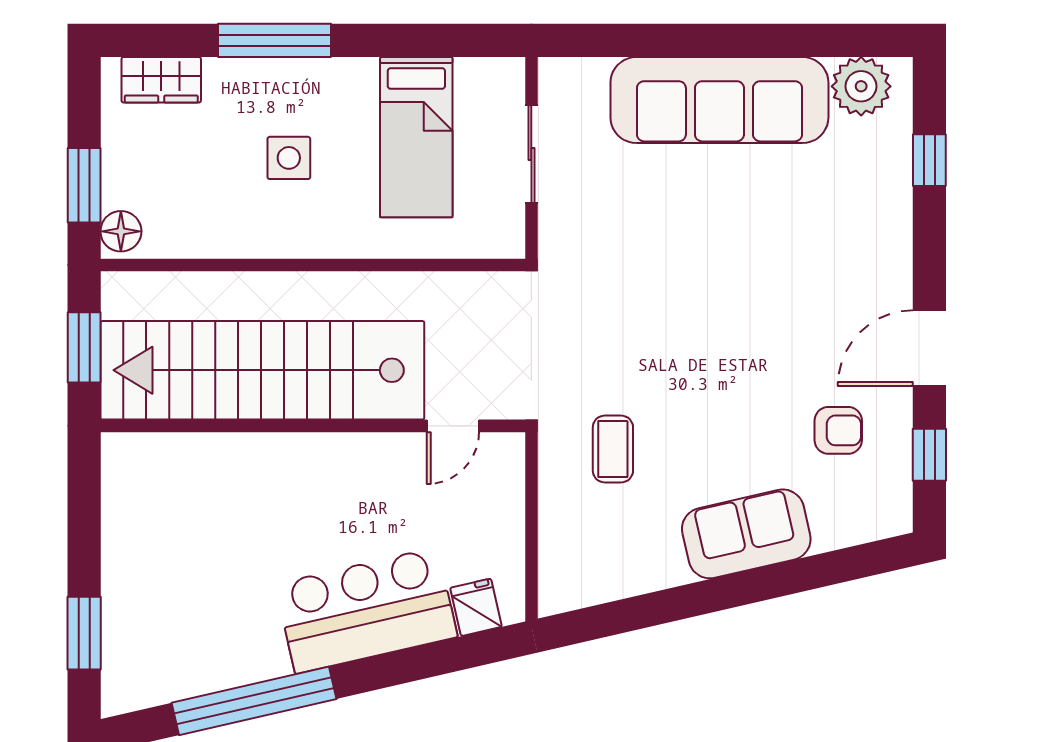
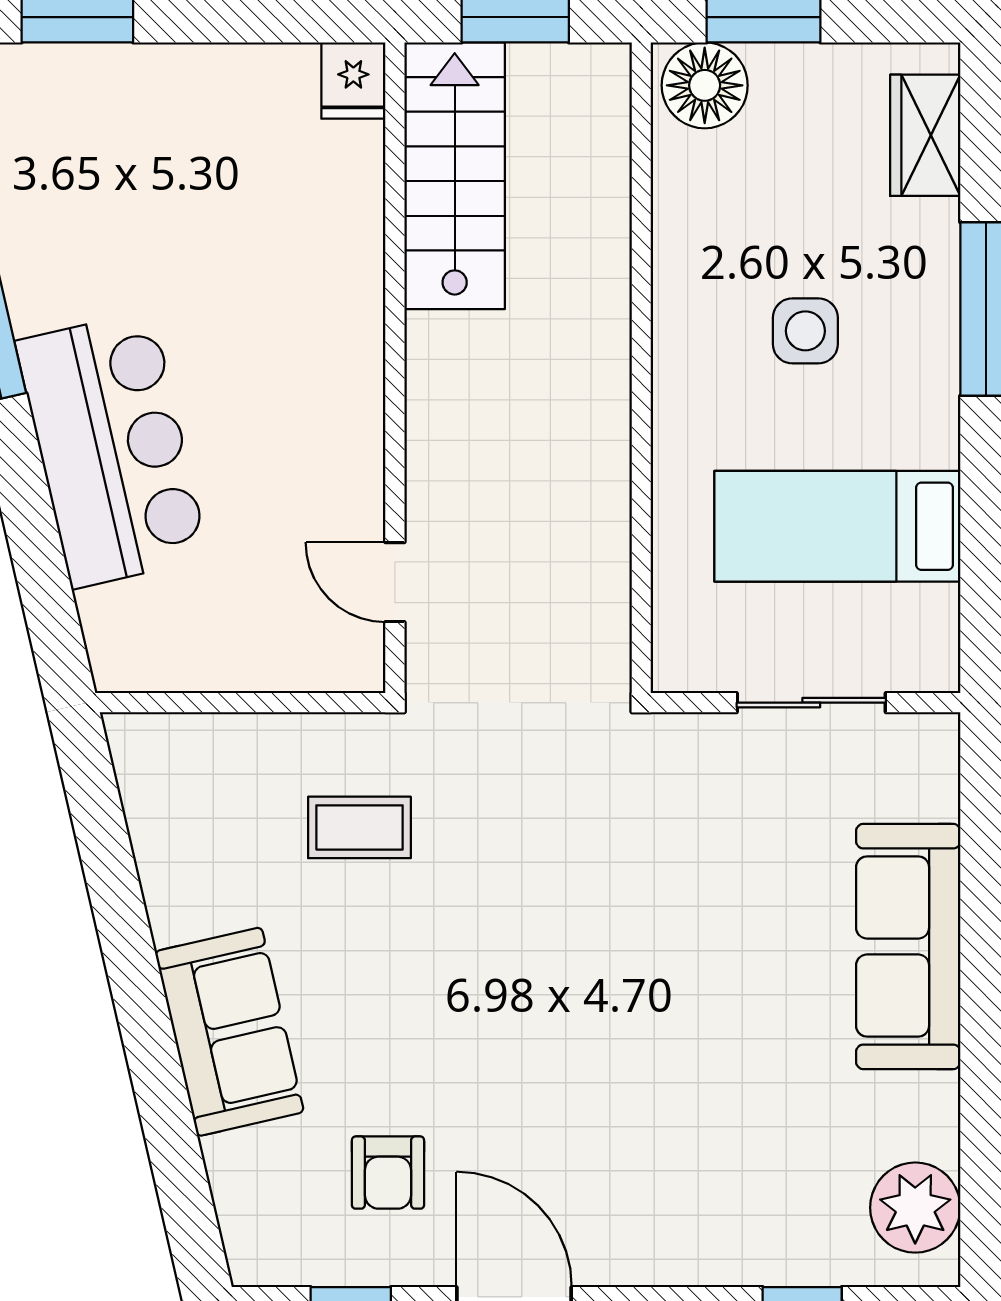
sofa: (719, 100) -> (908, 947), width x0.74, depth x0.79
floor lamp: (121, 231) -> (705, 85), width x1.38, depth x1.38
stairs: (262, 370) -> (455, 176), width x0.54, depth x0.66
fridge: (476, 607) -> (353, 81), moved, turned 103

